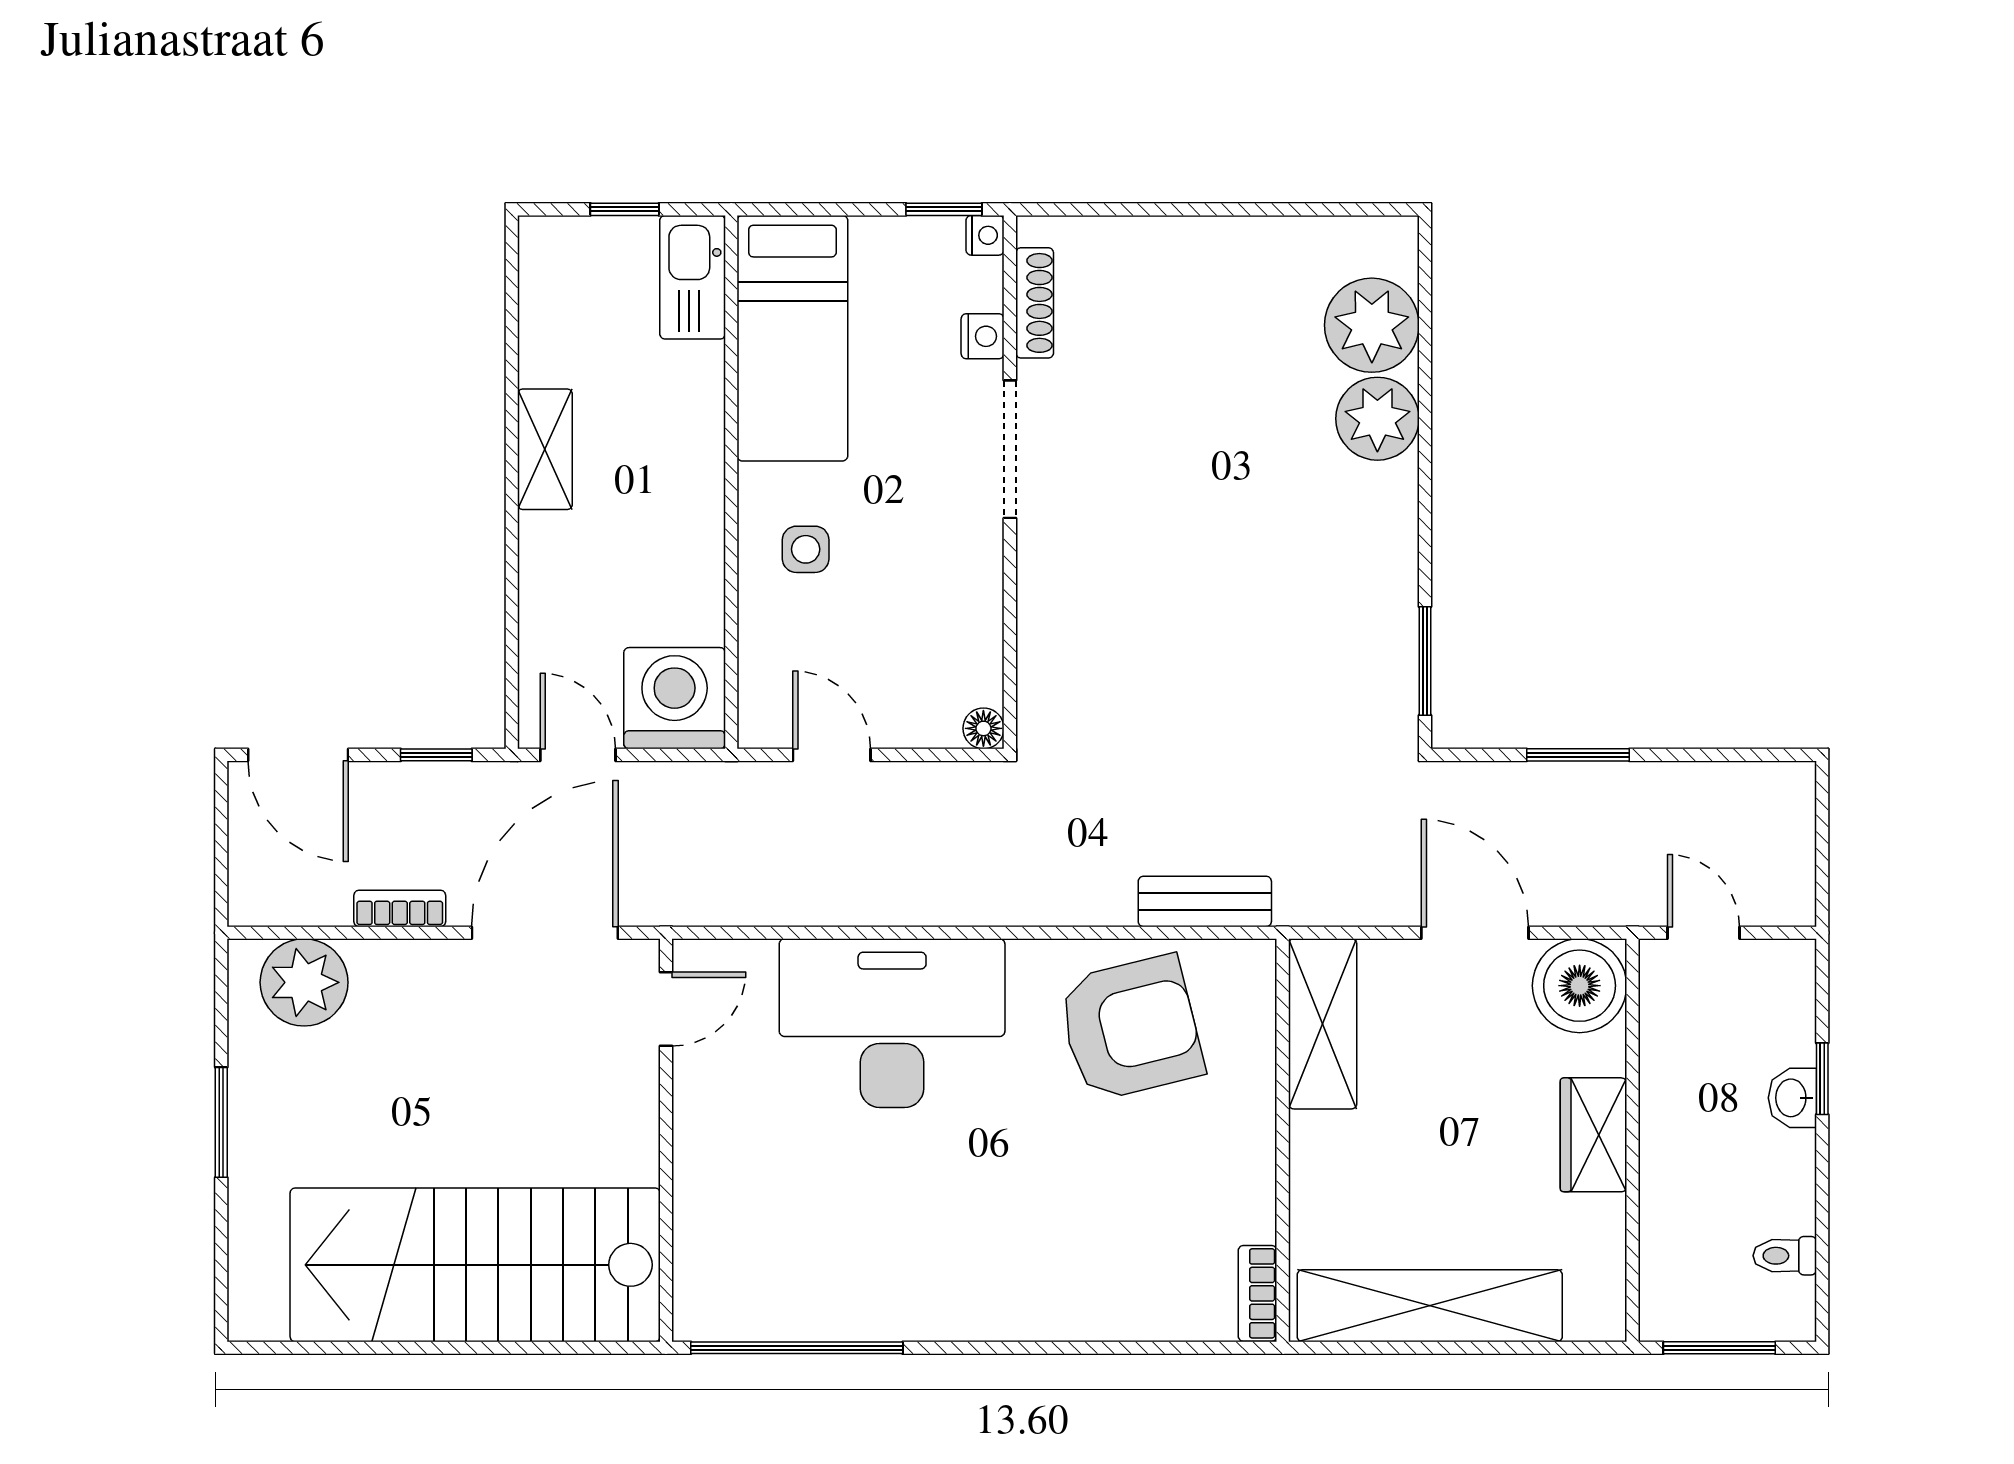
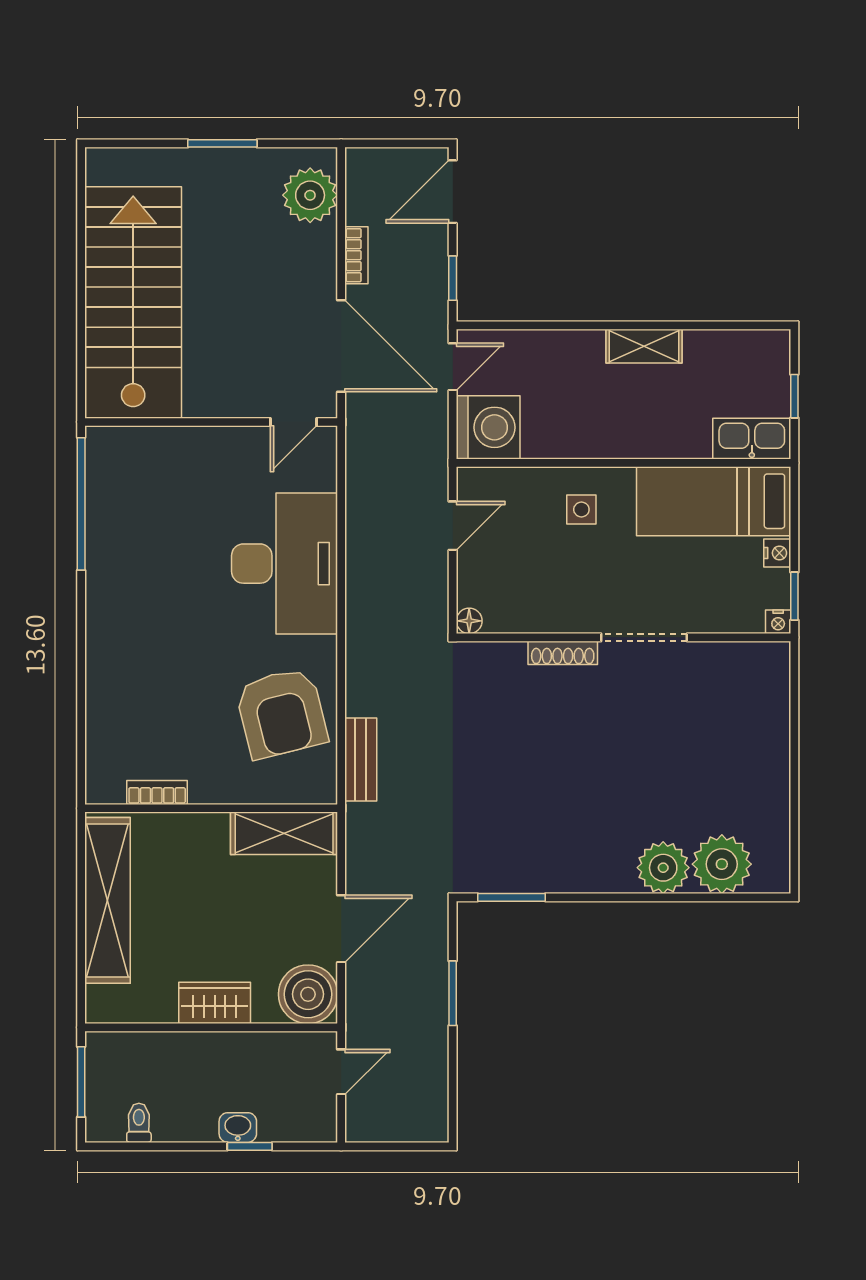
shoe rack: (1035, 303) -> (563, 653), moved
nightstand: (983, 336) -> (777, 553), moved, turned -90
door: (666, 1009) -> (293, 422), hinge flipped
bookcase: (1257, 1293) -> (157, 793), moved

